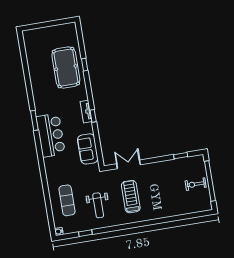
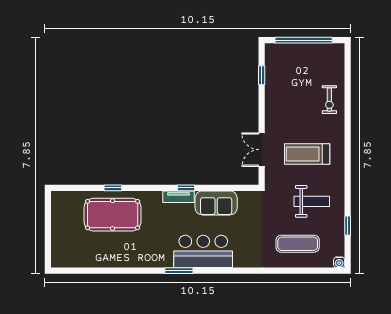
sofa: (88, 149) -> (216, 203), moved
exercise bike: (196, 184) -> (329, 100), moved

